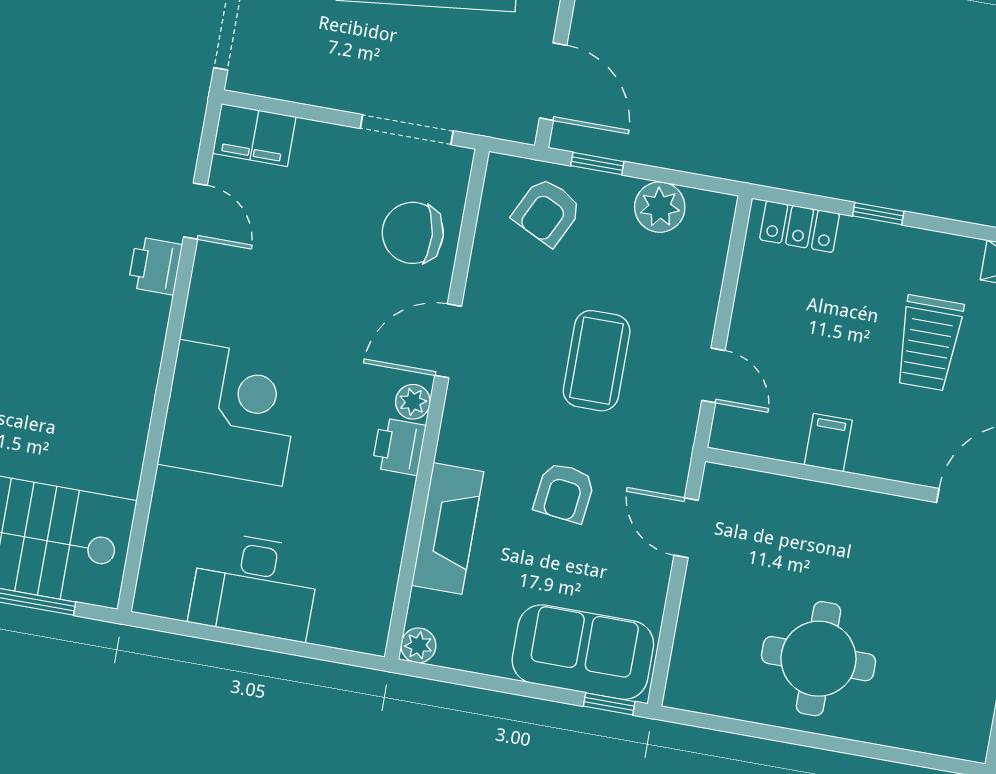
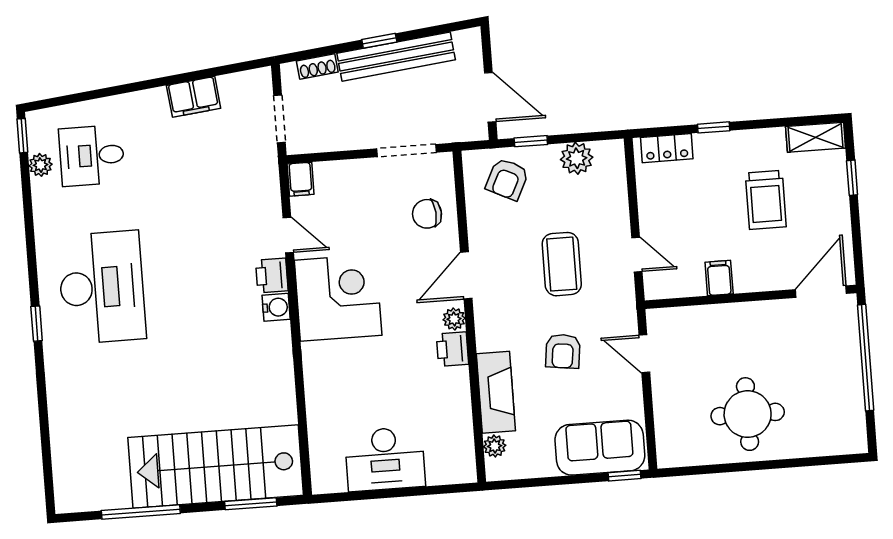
filing cabinet: (254, 135) -> (301, 179), width x0.50
chair: (413, 233) -> (427, 214), width x0.73, depth x0.73
water cooler: (149, 315) -> (276, 307), added
corner desk: (231, 413) -> (338, 298), moved
plant: (418, 645) -> (495, 446), moved

